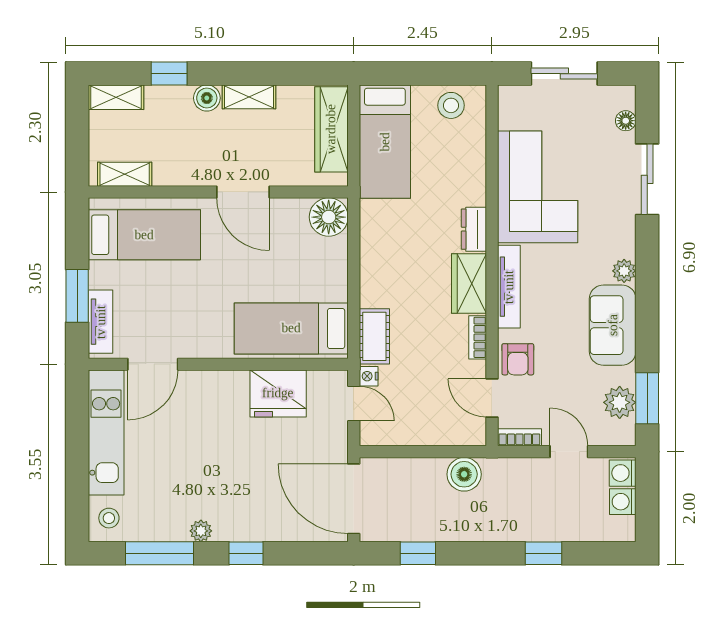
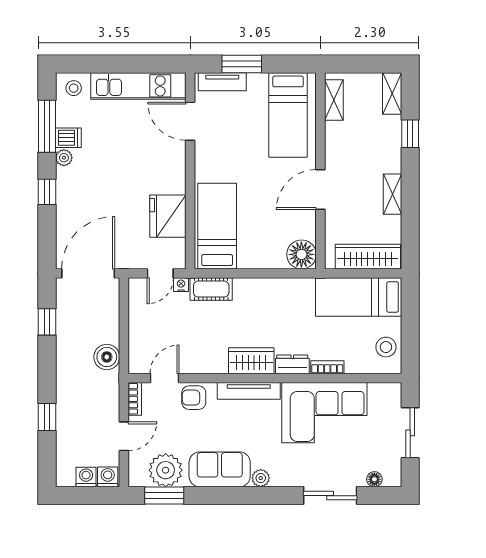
boiler: (207, 98) -> (392, 162), removed
bookcase: (478, 337) -> (327, 367), moved
plant: (620, 402) -> (166, 470), width x1.36, depth x1.36
dishwasher: (174, 525) -> (68, 138), added

